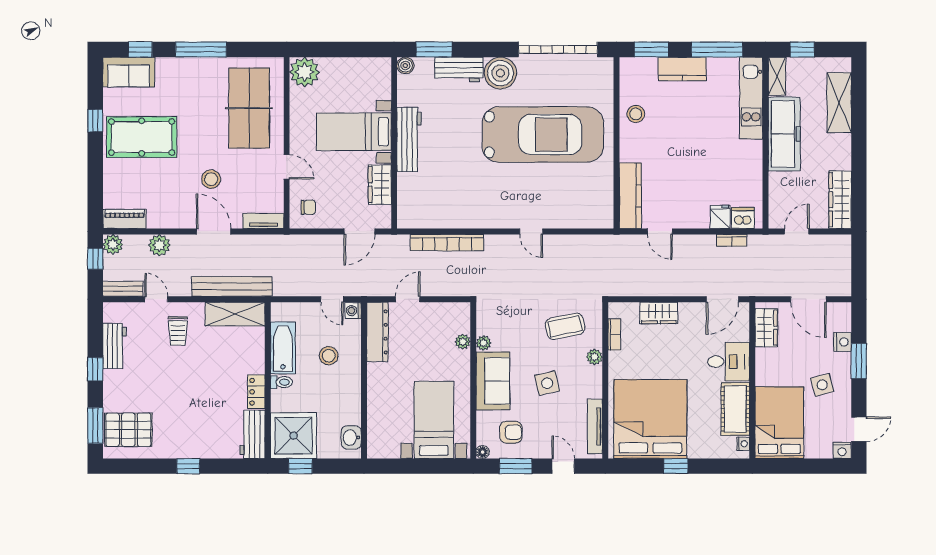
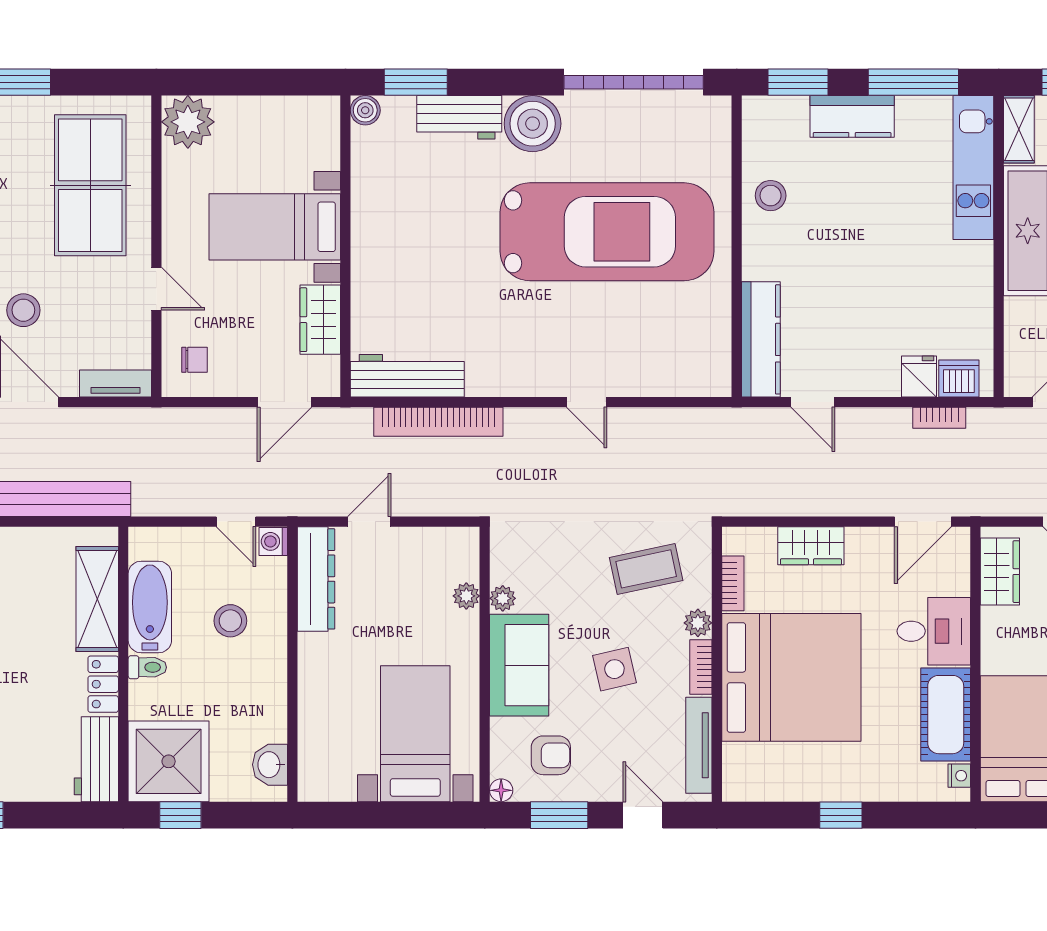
workbench: (409, 139) -> (407, 376), moved, turned -90
shelving: (235, 314) -> (97, 599), moved, turned 90
bookcase: (596, 382) -> (701, 667), added
bed: (650, 419) -> (791, 677), moved, turned 90

